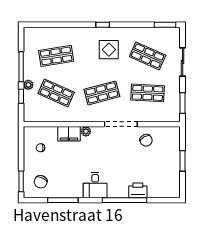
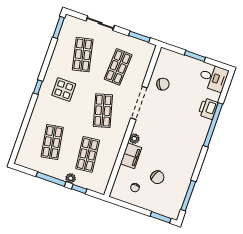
shop shelf: (148, 56) -> (83, 55), turned -36
shop shelf: (56, 93) -> (88, 154), turned -30
chair: (41, 182) -> (157, 177), moved
desk: (95, 185) -> (213, 78), moved
window: (63, 200) -> (188, 196), moved

